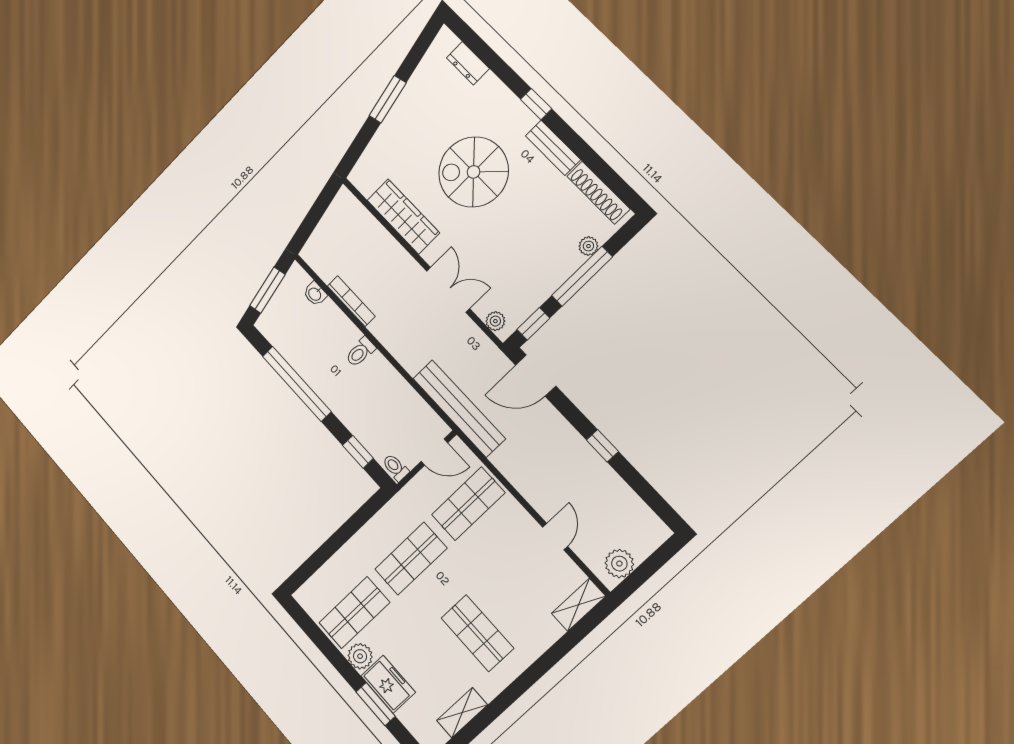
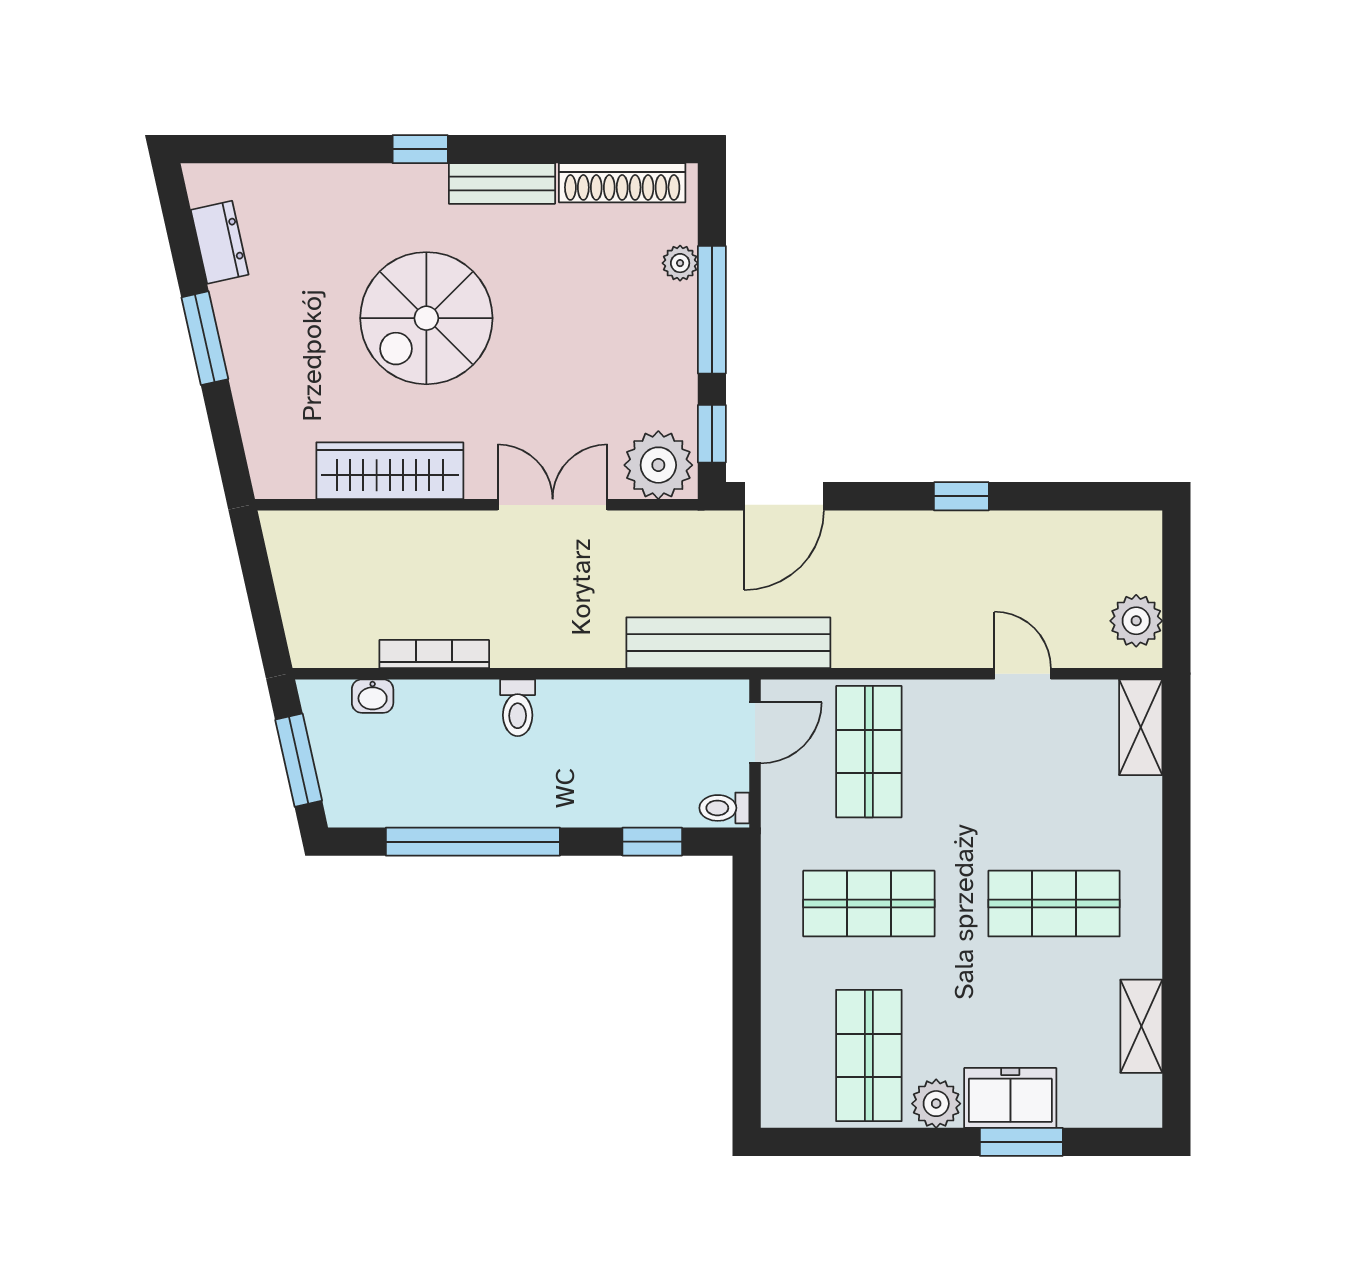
dresser: (468, 63) -> (220, 242), moved, turned -103
plant: (495, 321) -> (658, 465), width x1.87, depth x1.87
shop shelf: (411, 559) -> (869, 904), turned 90

